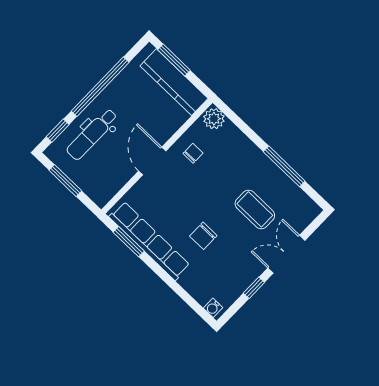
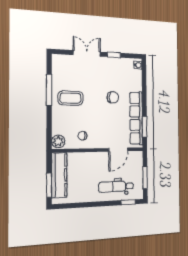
window: (100, 87) -> (93, 204), removed
dental chair: (92, 134) -> (116, 187), turned 180
door: (152, 161) -> (118, 150), moved
coffee table: (255, 209) -> (71, 98), moved, turned 90
double door: (286, 254) -> (87, 53), swing flipped

